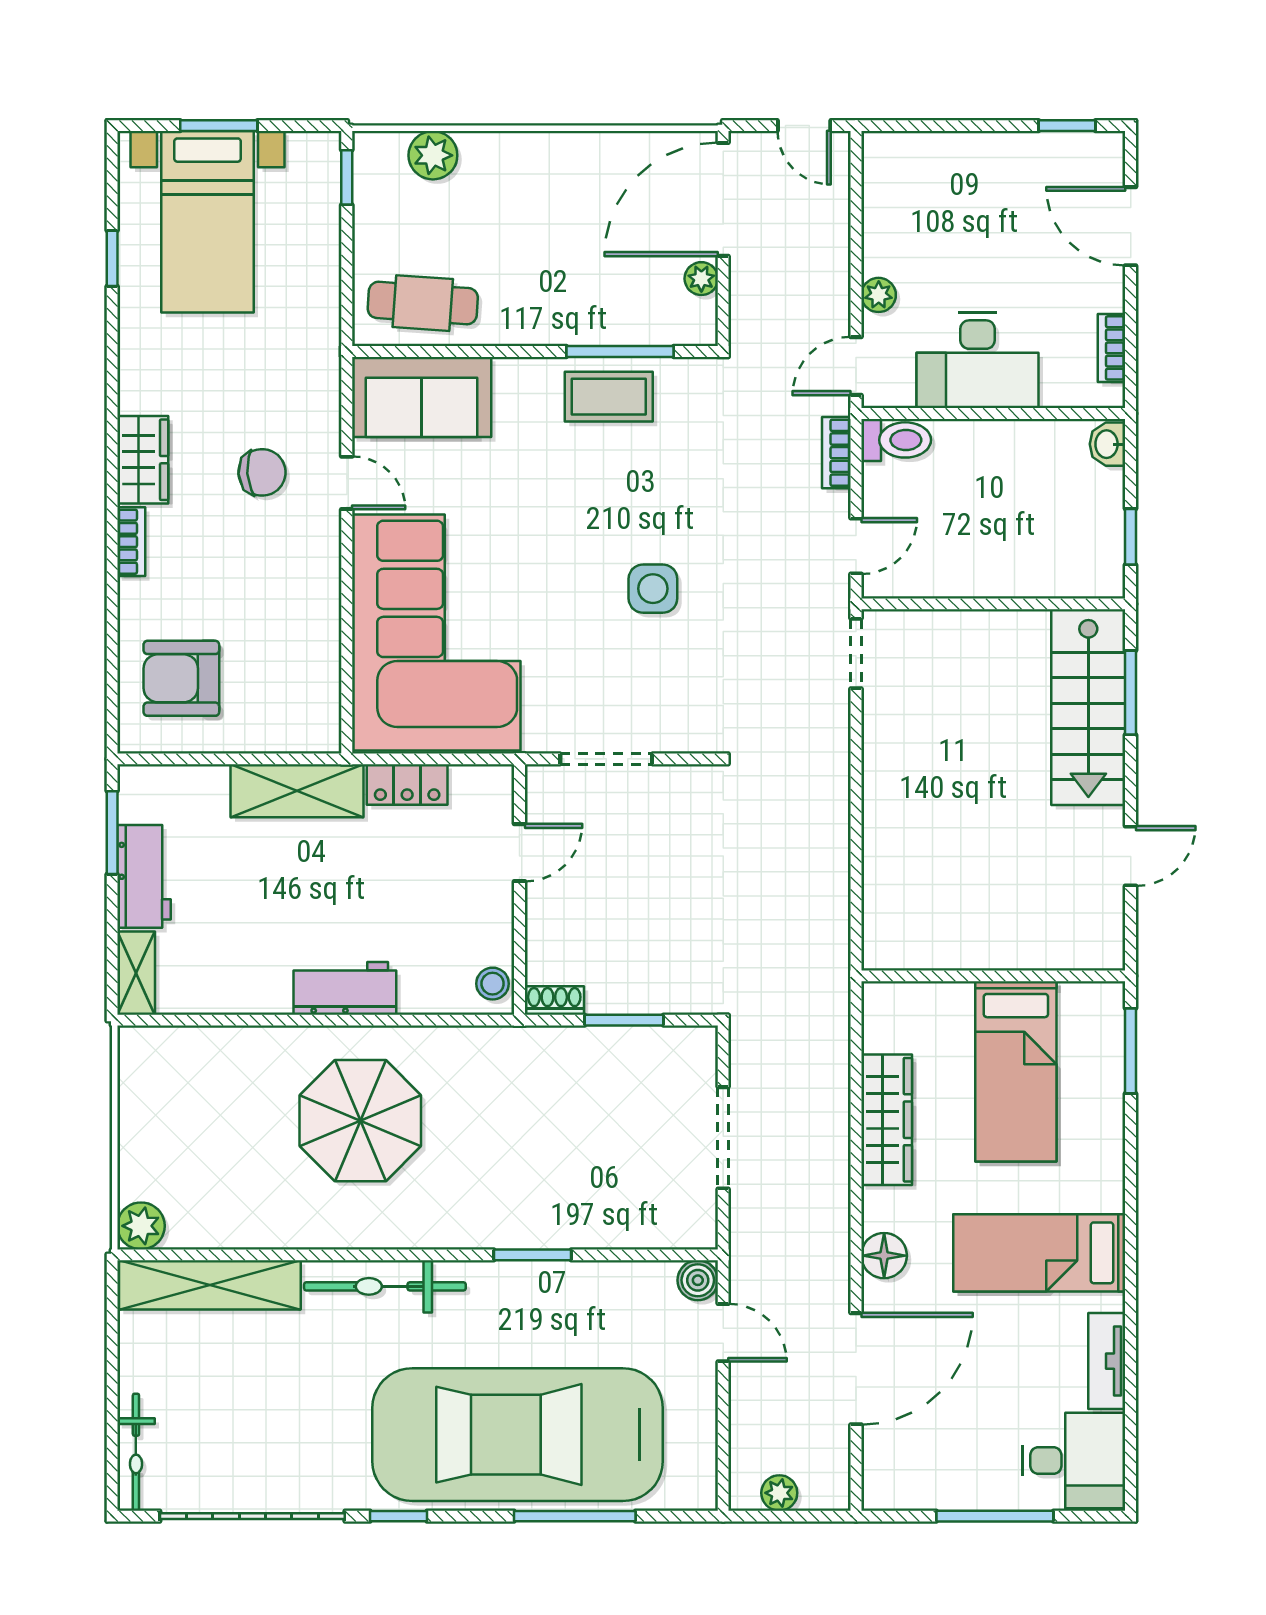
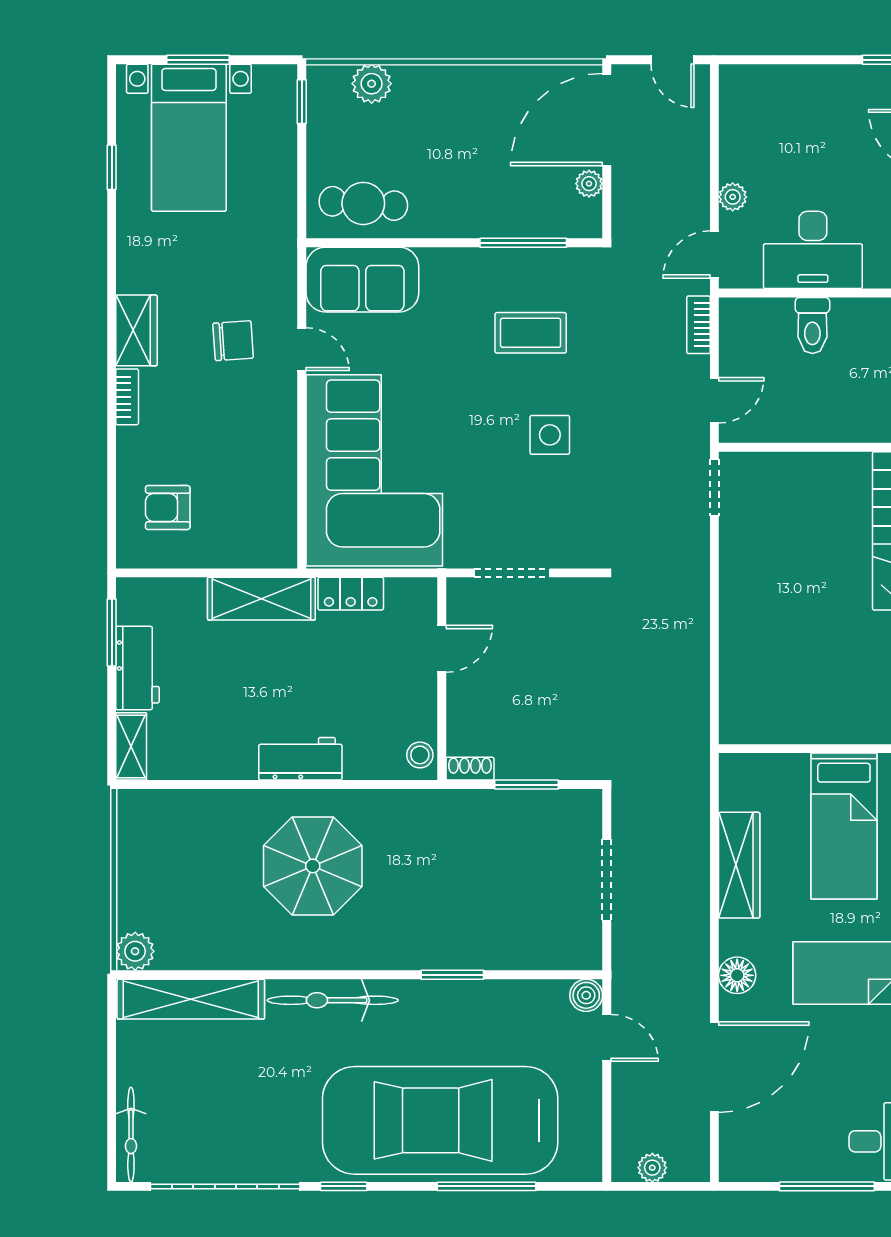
coffee table: (609, 397) -> (531, 333), moved
toilet: (896, 440) -> (812, 325), moved, turned 90
armchair: (181, 678) -> (168, 508), width x0.72, depth x0.72

